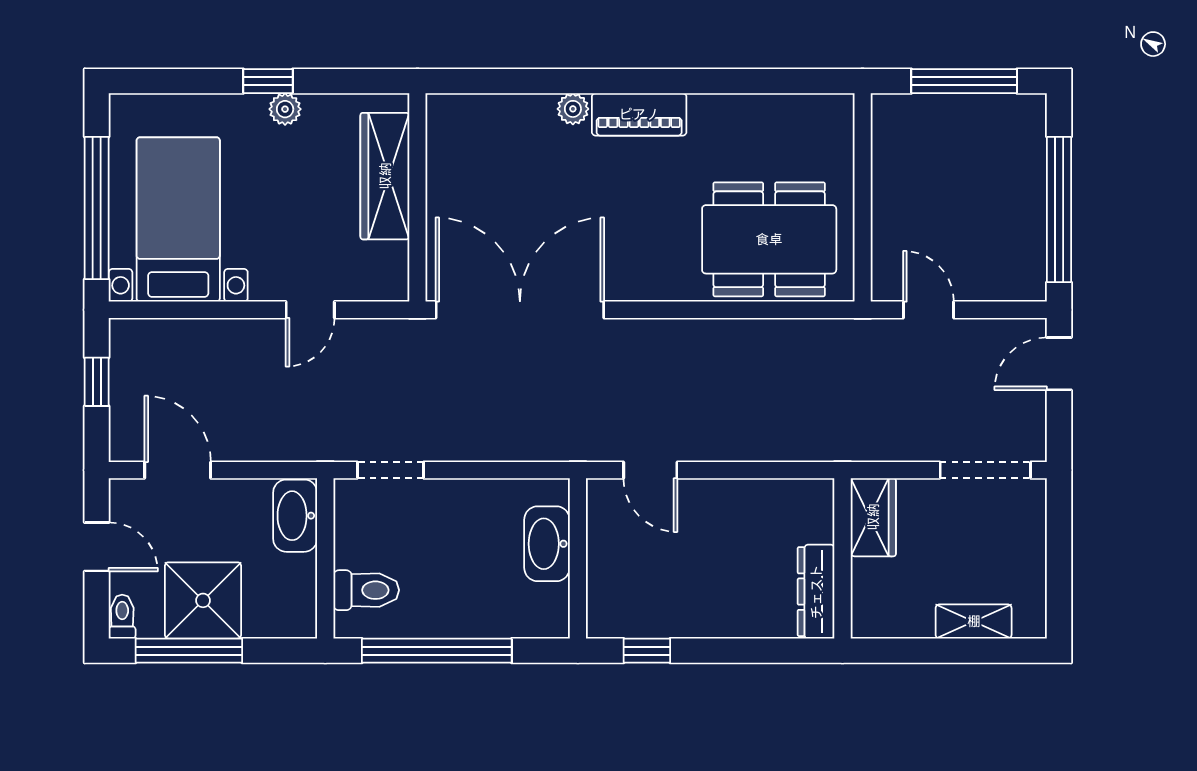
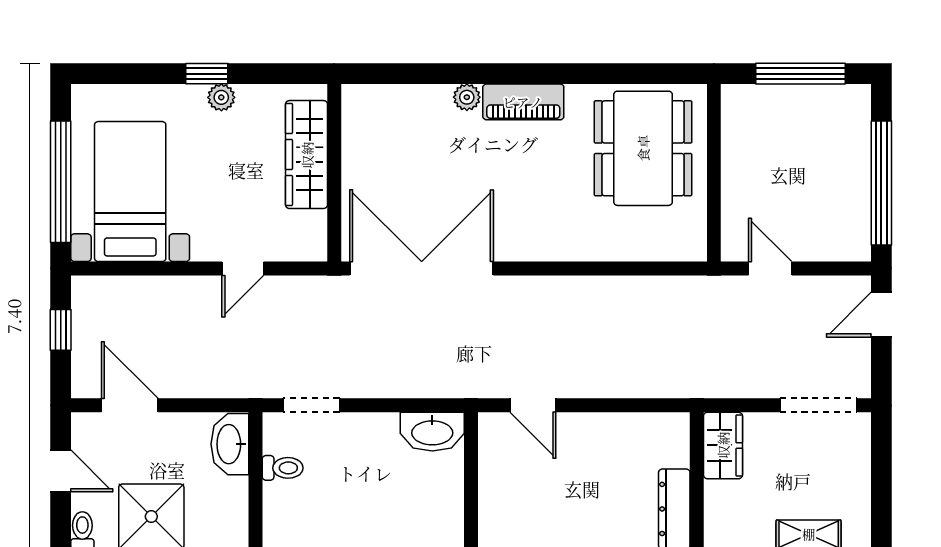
dining table: (769, 239) -> (643, 148), moved, turned 90
washbasin: (547, 544) -> (432, 432), moved, turned -90
toilet: (366, 590) -> (283, 468), moved, width x0.73, depth x0.72

